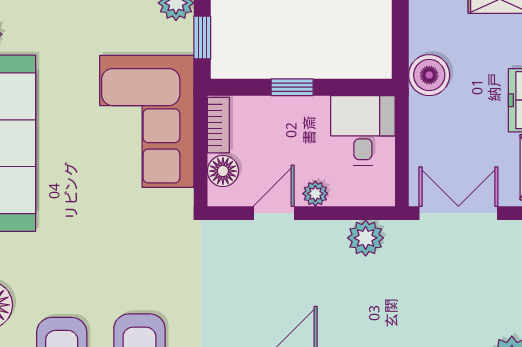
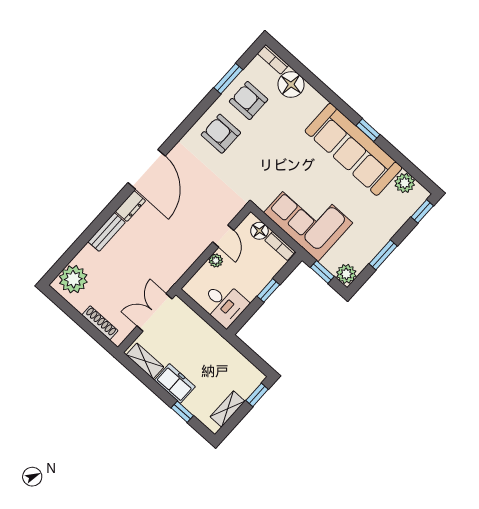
boiler: (429, 75) -> (222, 352), removed
double door: (458, 213) -> (155, 312), swing flipped
plant: (366, 238) -> (179, 265), removed

